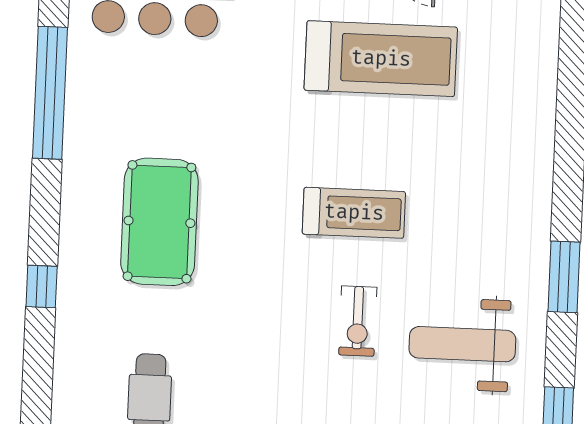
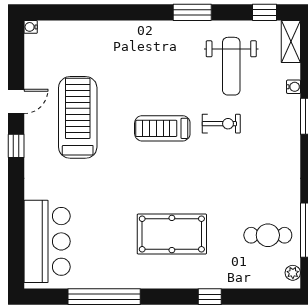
treadmill: (354, 213) -> (162, 128), turned -90

